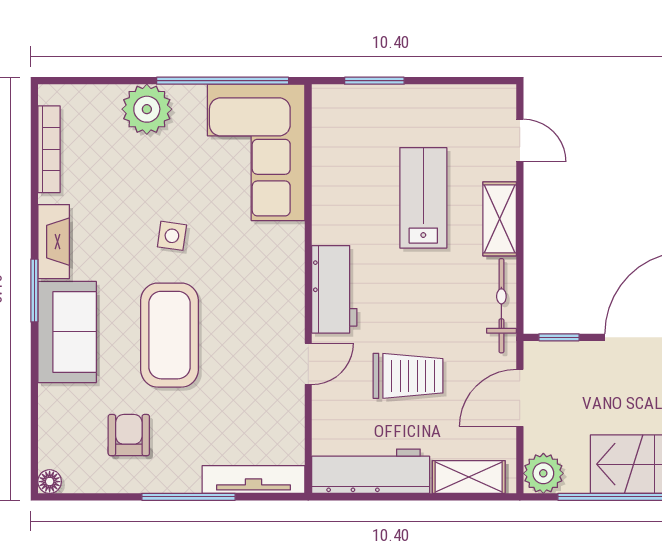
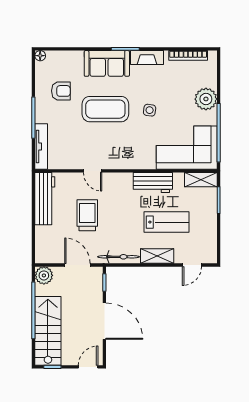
workbench: (334, 289) -> (153, 182), moved
trolley: (408, 376) -> (87, 215), turned 180
shelving: (469, 477) -> (201, 180), moved, turned 90

